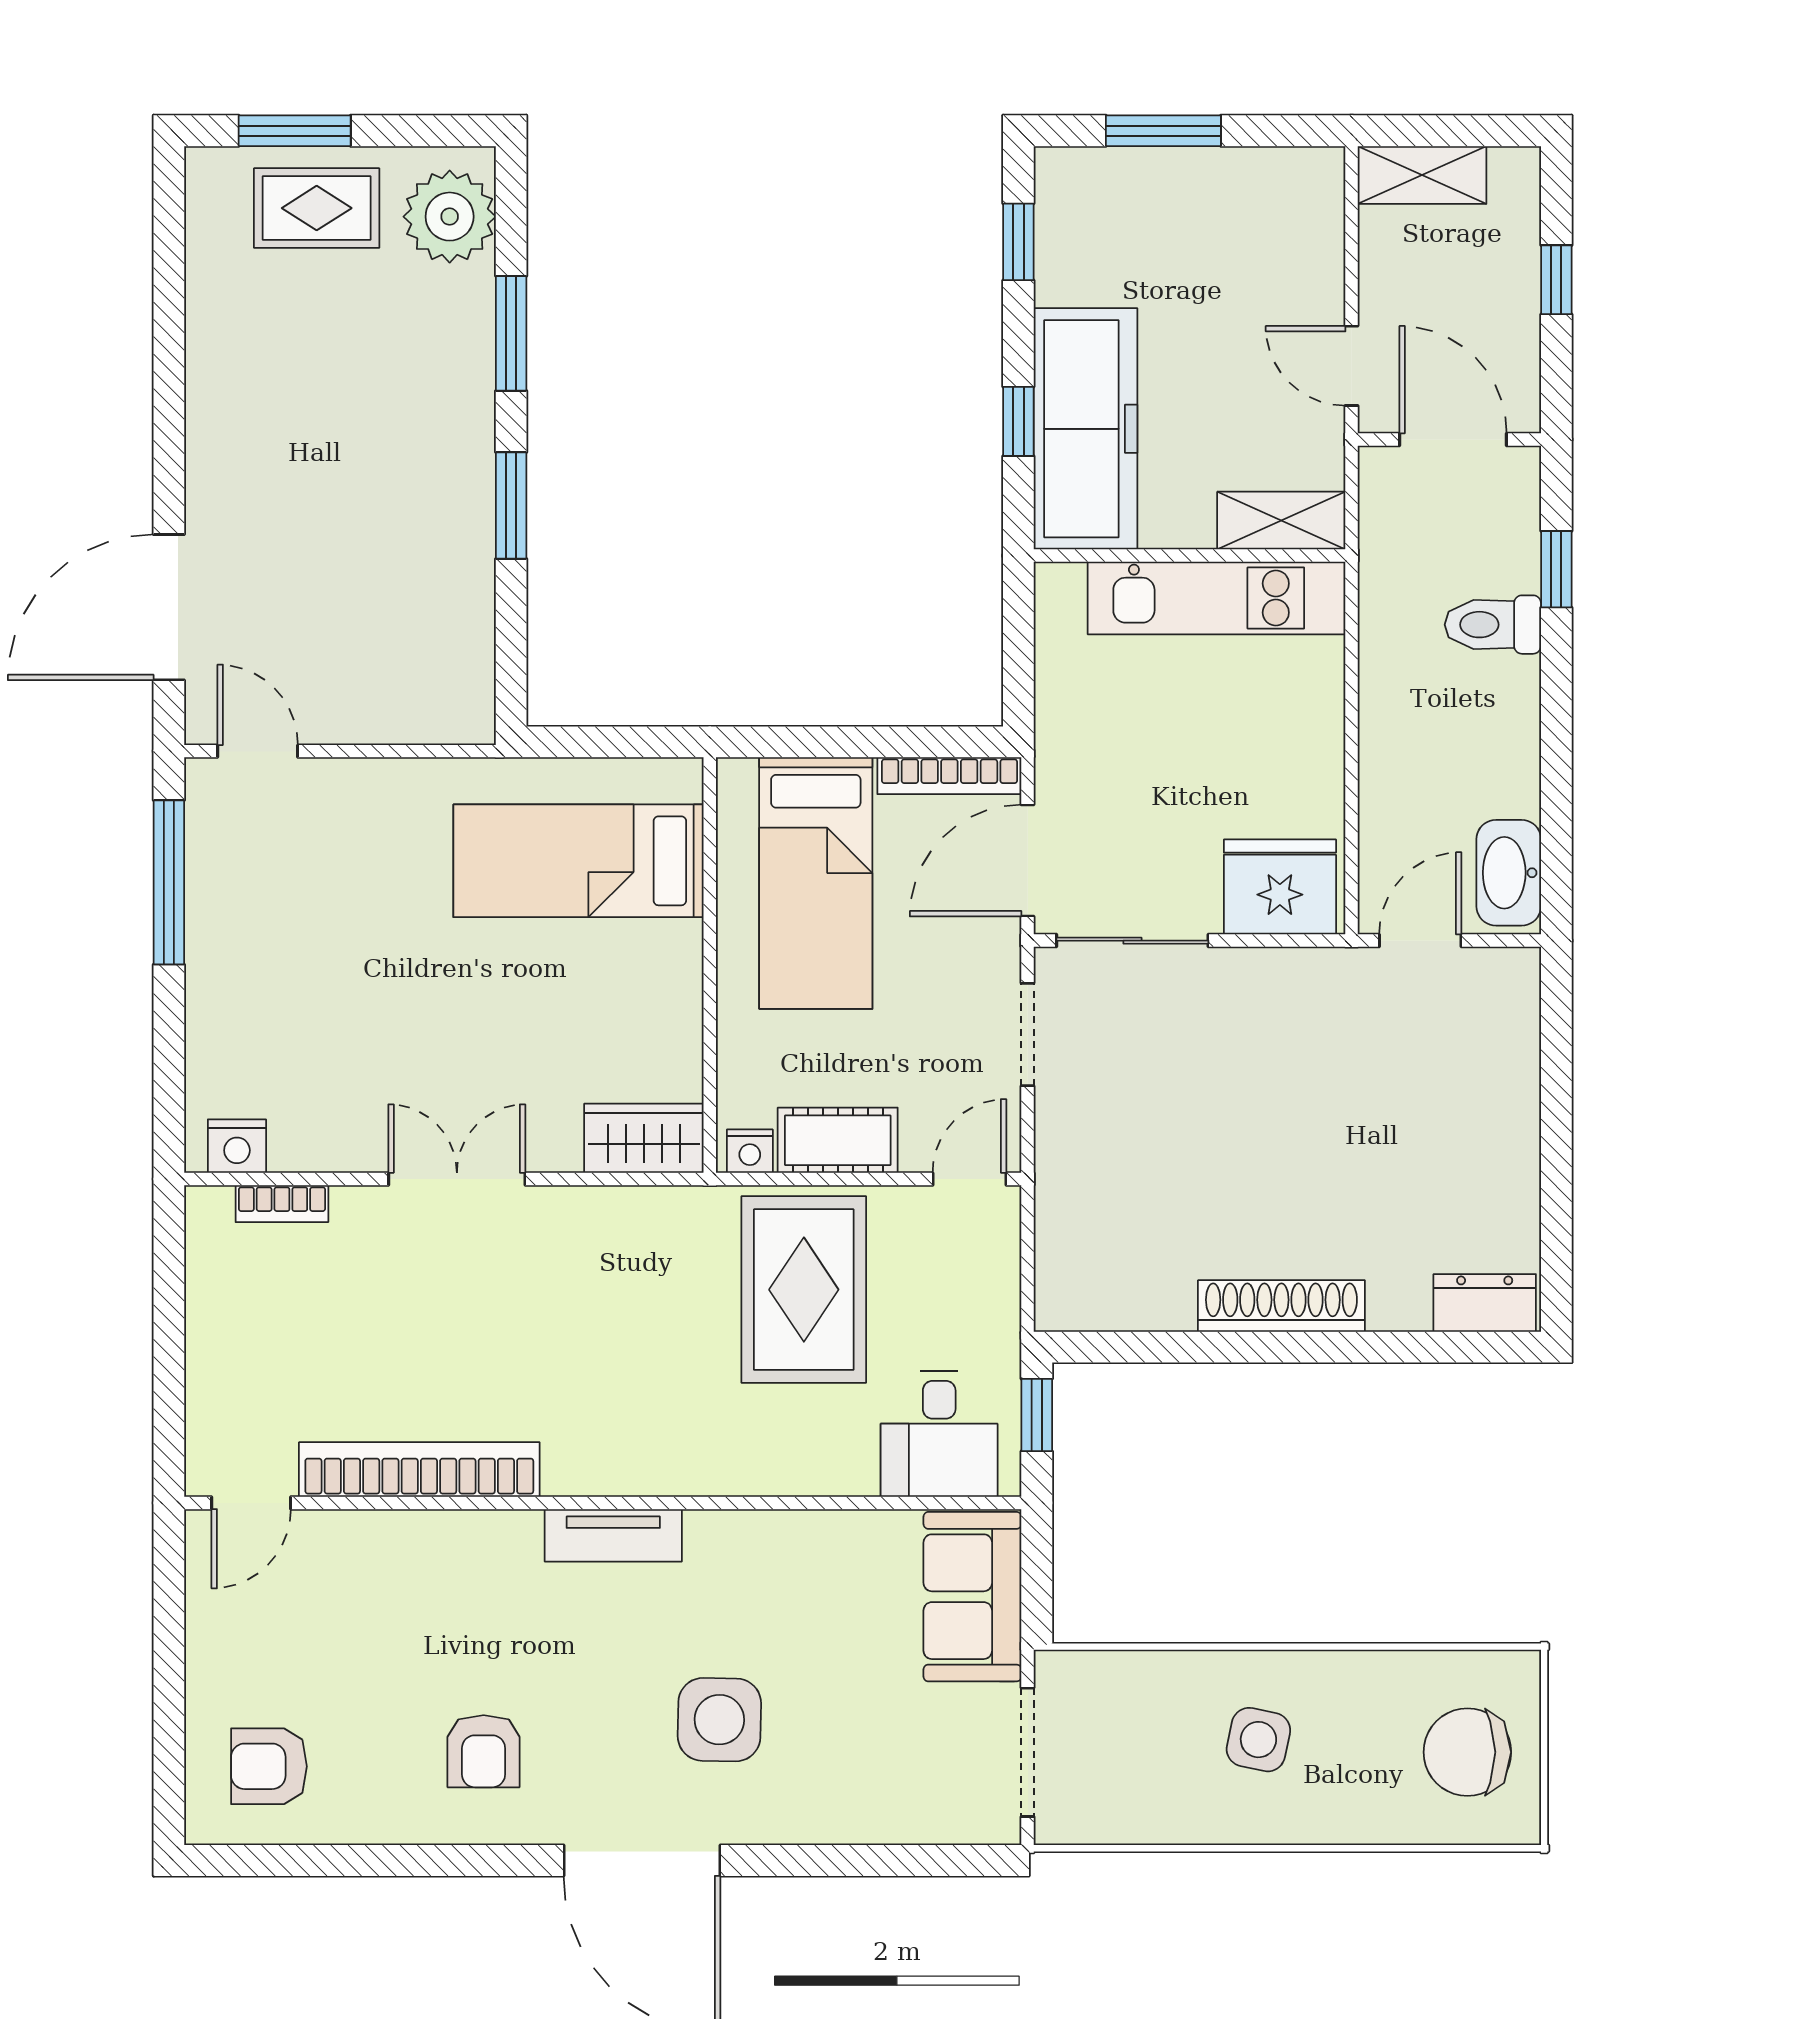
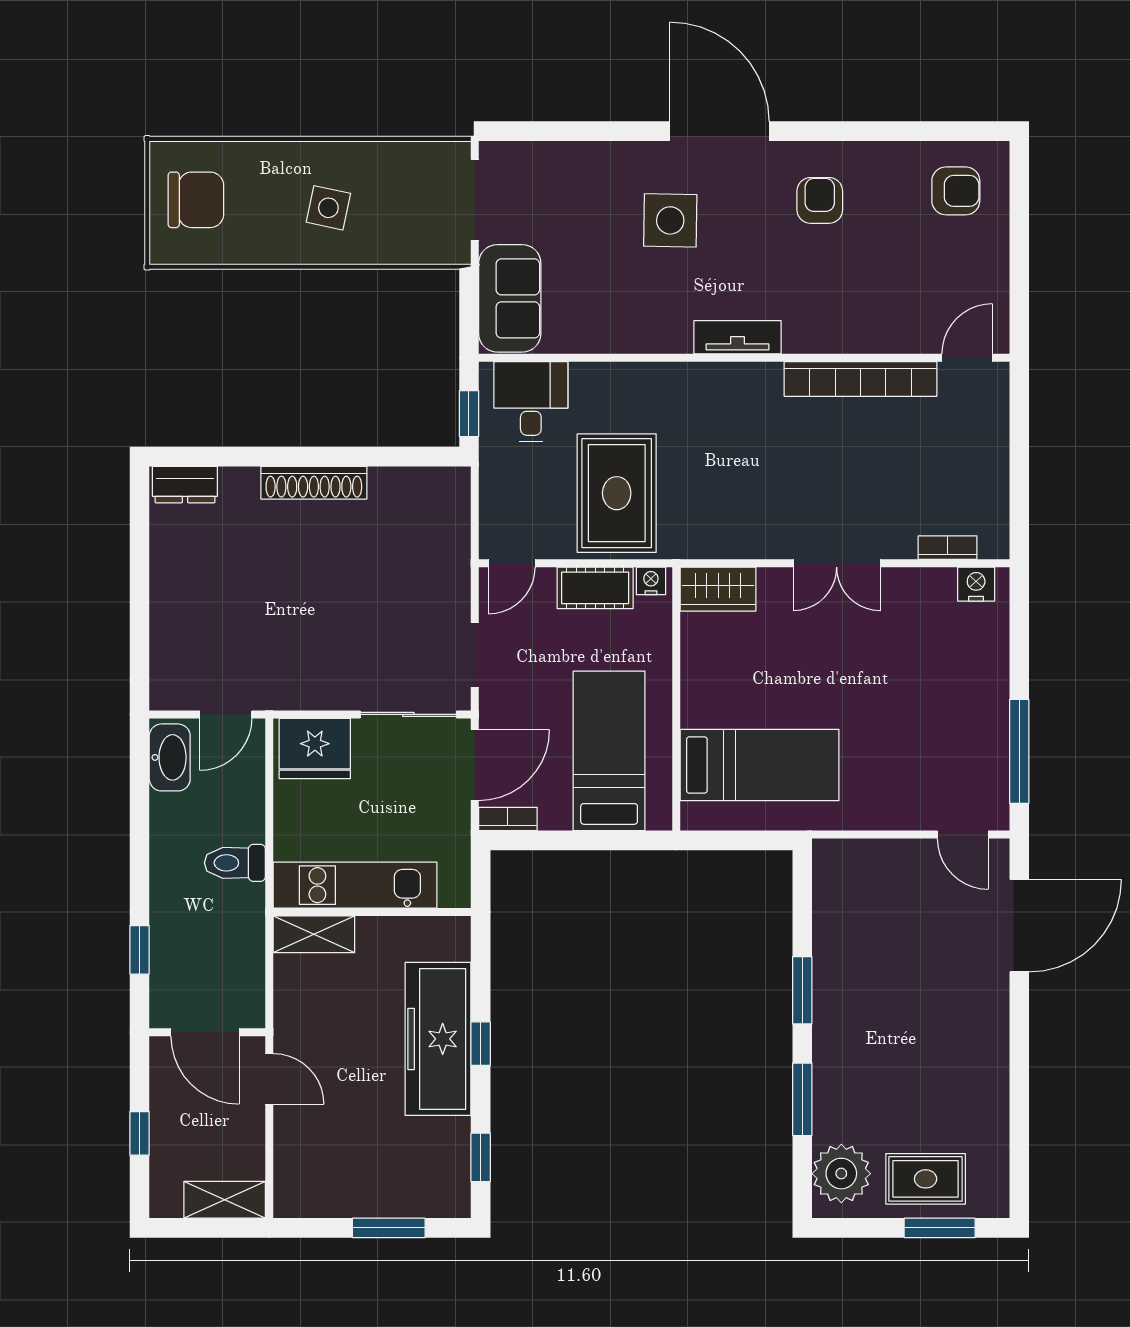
shelving: (1281, 521) -> (314, 934), moved
wall: (1190, 556) -> (372, 912), moved
kitchen unit: (1216, 598) -> (355, 885), moved
toilet: (1493, 625) -> (235, 863), moved, turned 180
bookcase: (949, 776) -> (508, 819), width x0.64

